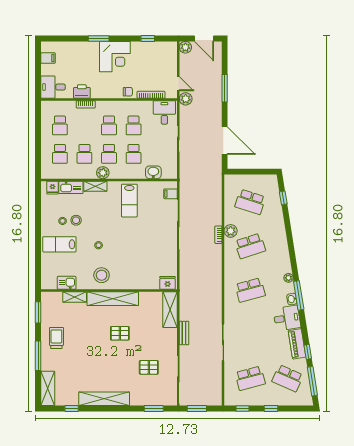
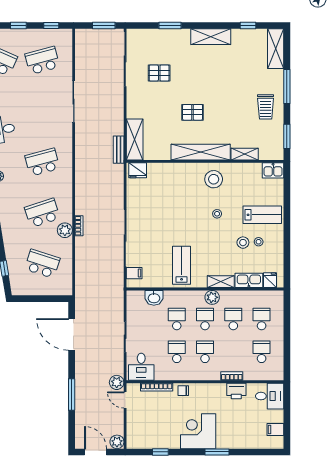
kitchen sink: (67, 283) -> (273, 170), moved
bench: (184, 333) -> (119, 150), moved
shelving: (104, 399) -> (211, 37), width x0.68
window: (154, 409) -> (170, 26), moved

